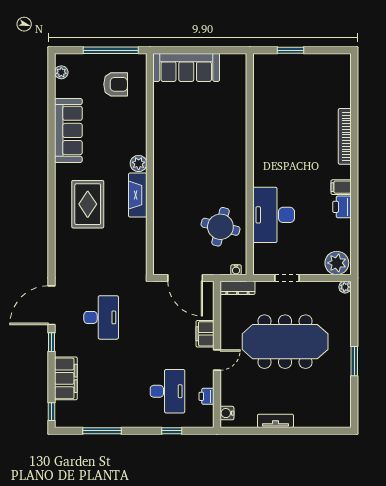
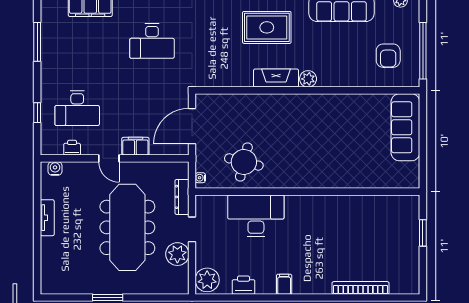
bookcase: (345, 136) -> (361, 288), moved
printer: (342, 207) -> (244, 285), moved
plant: (345, 287) -> (177, 254), moved, width x1.88, depth x1.88
dresser: (237, 288) -> (182, 197), moved

